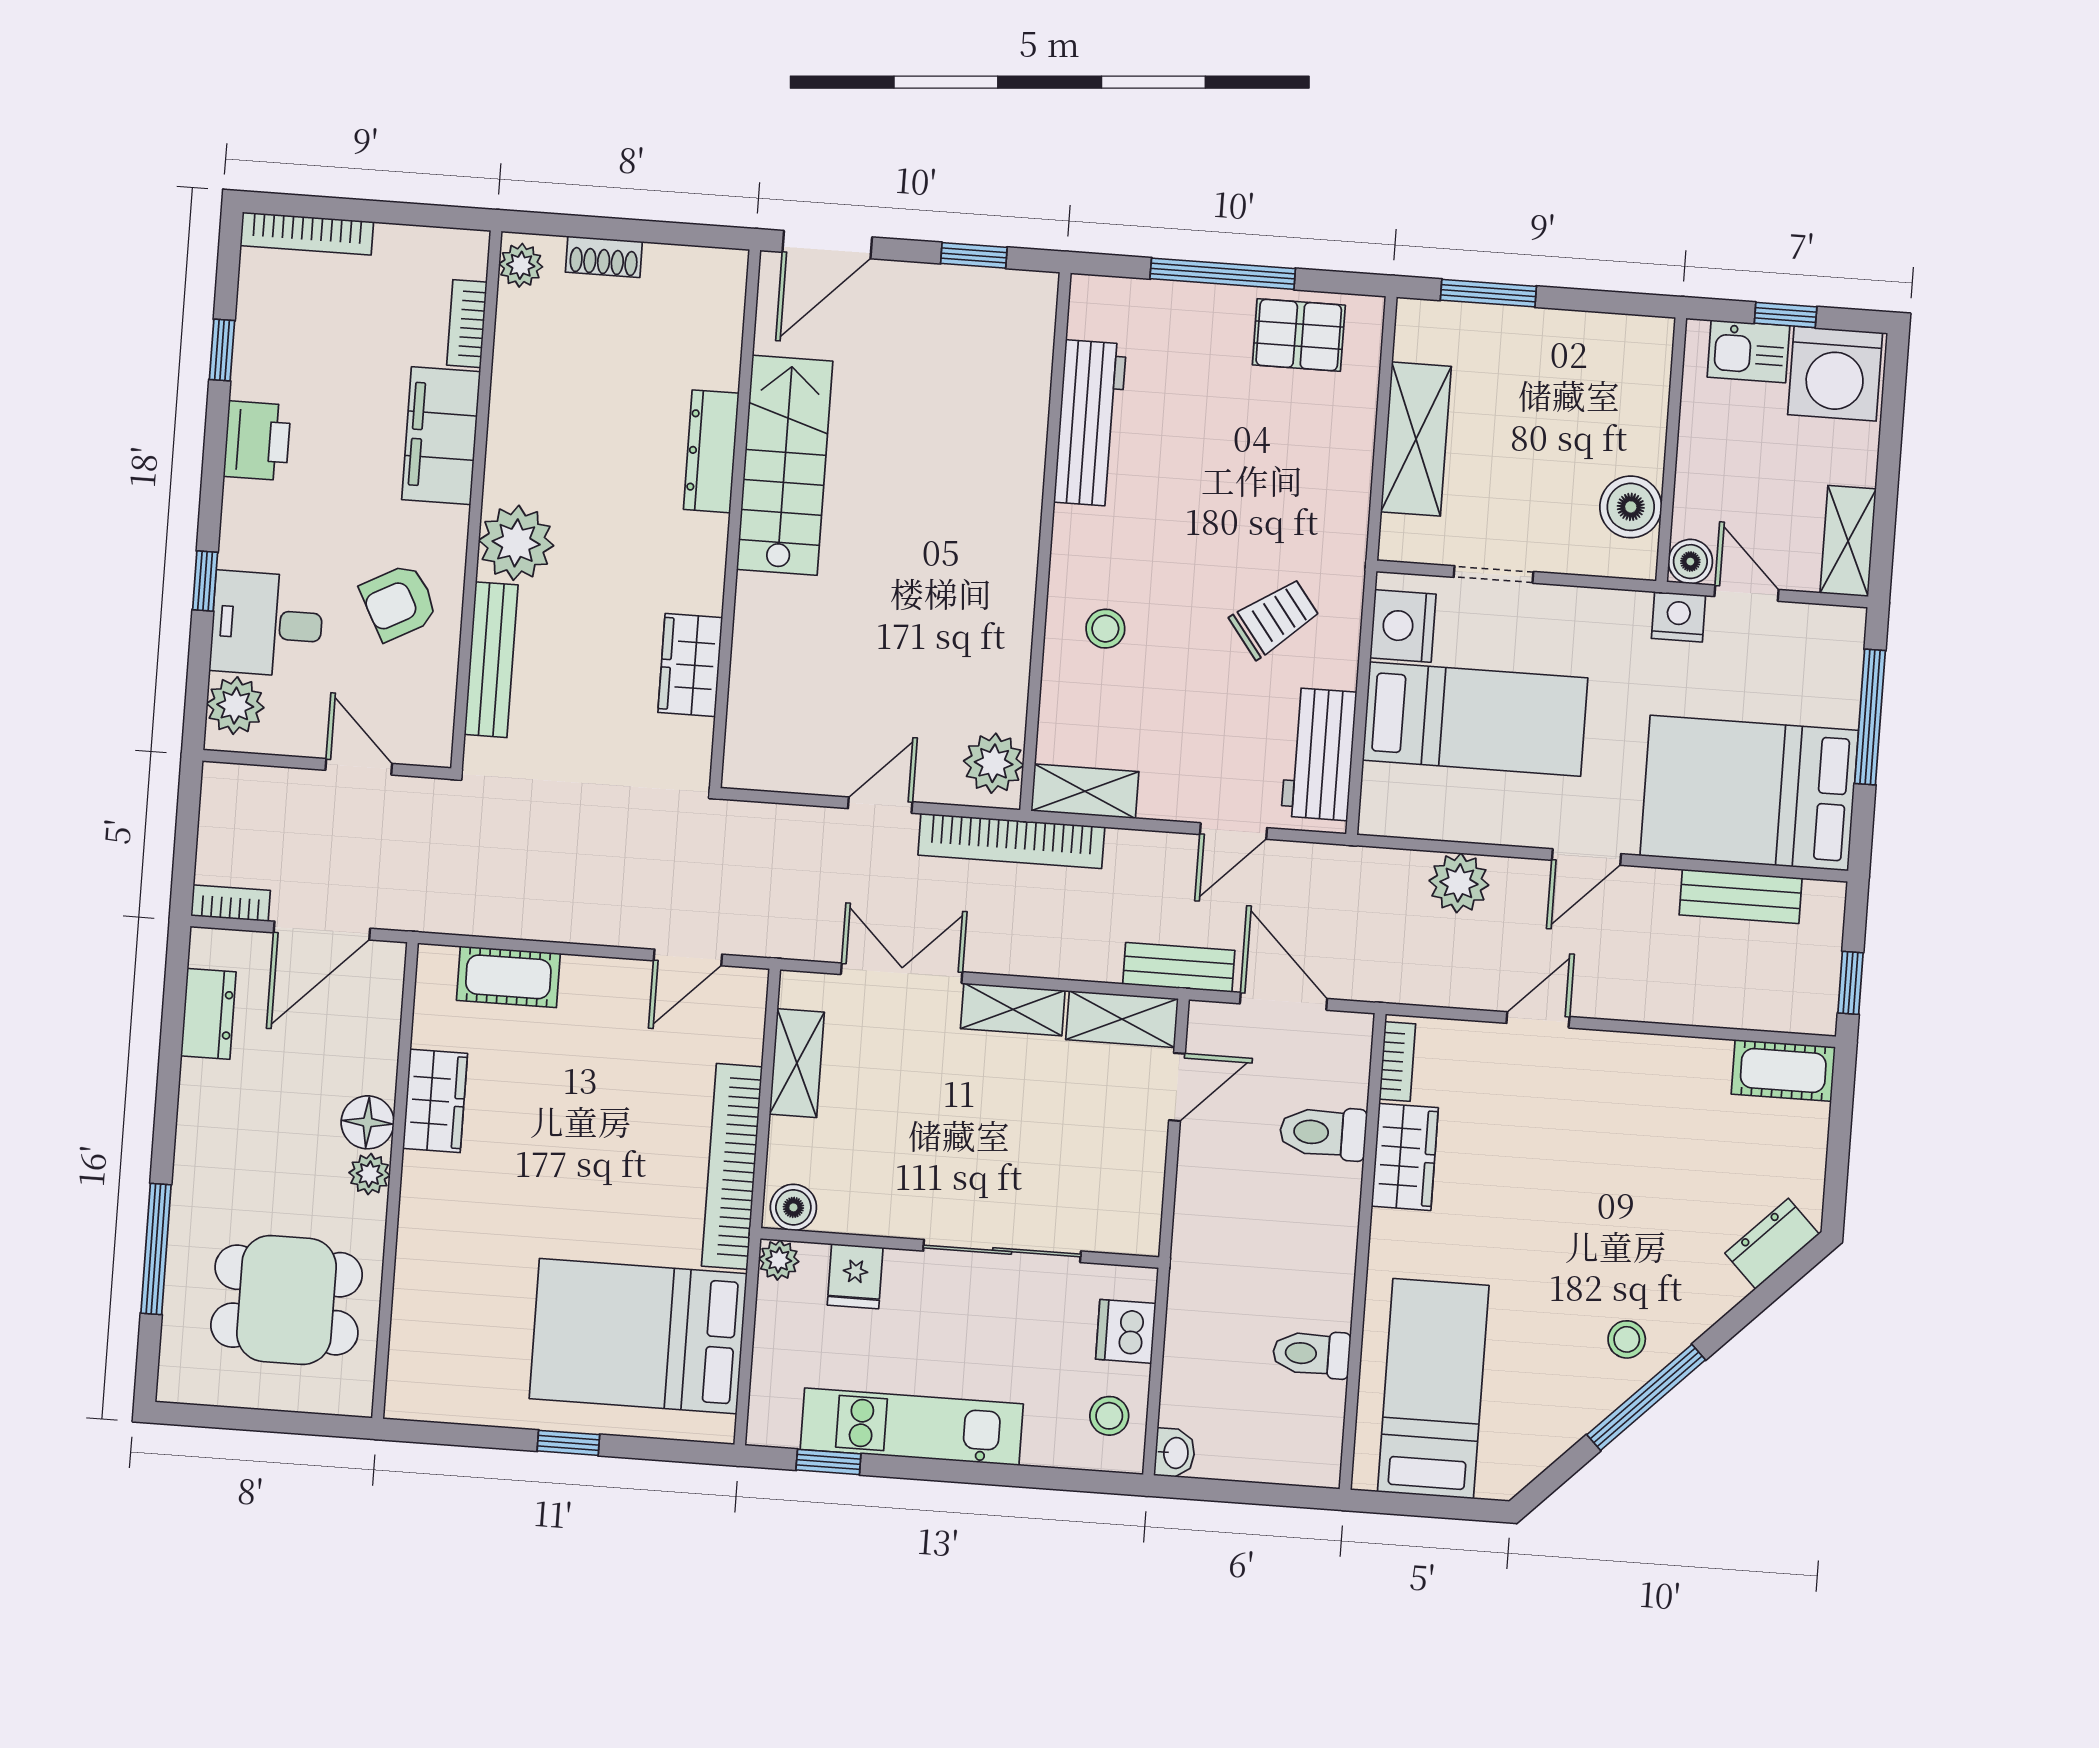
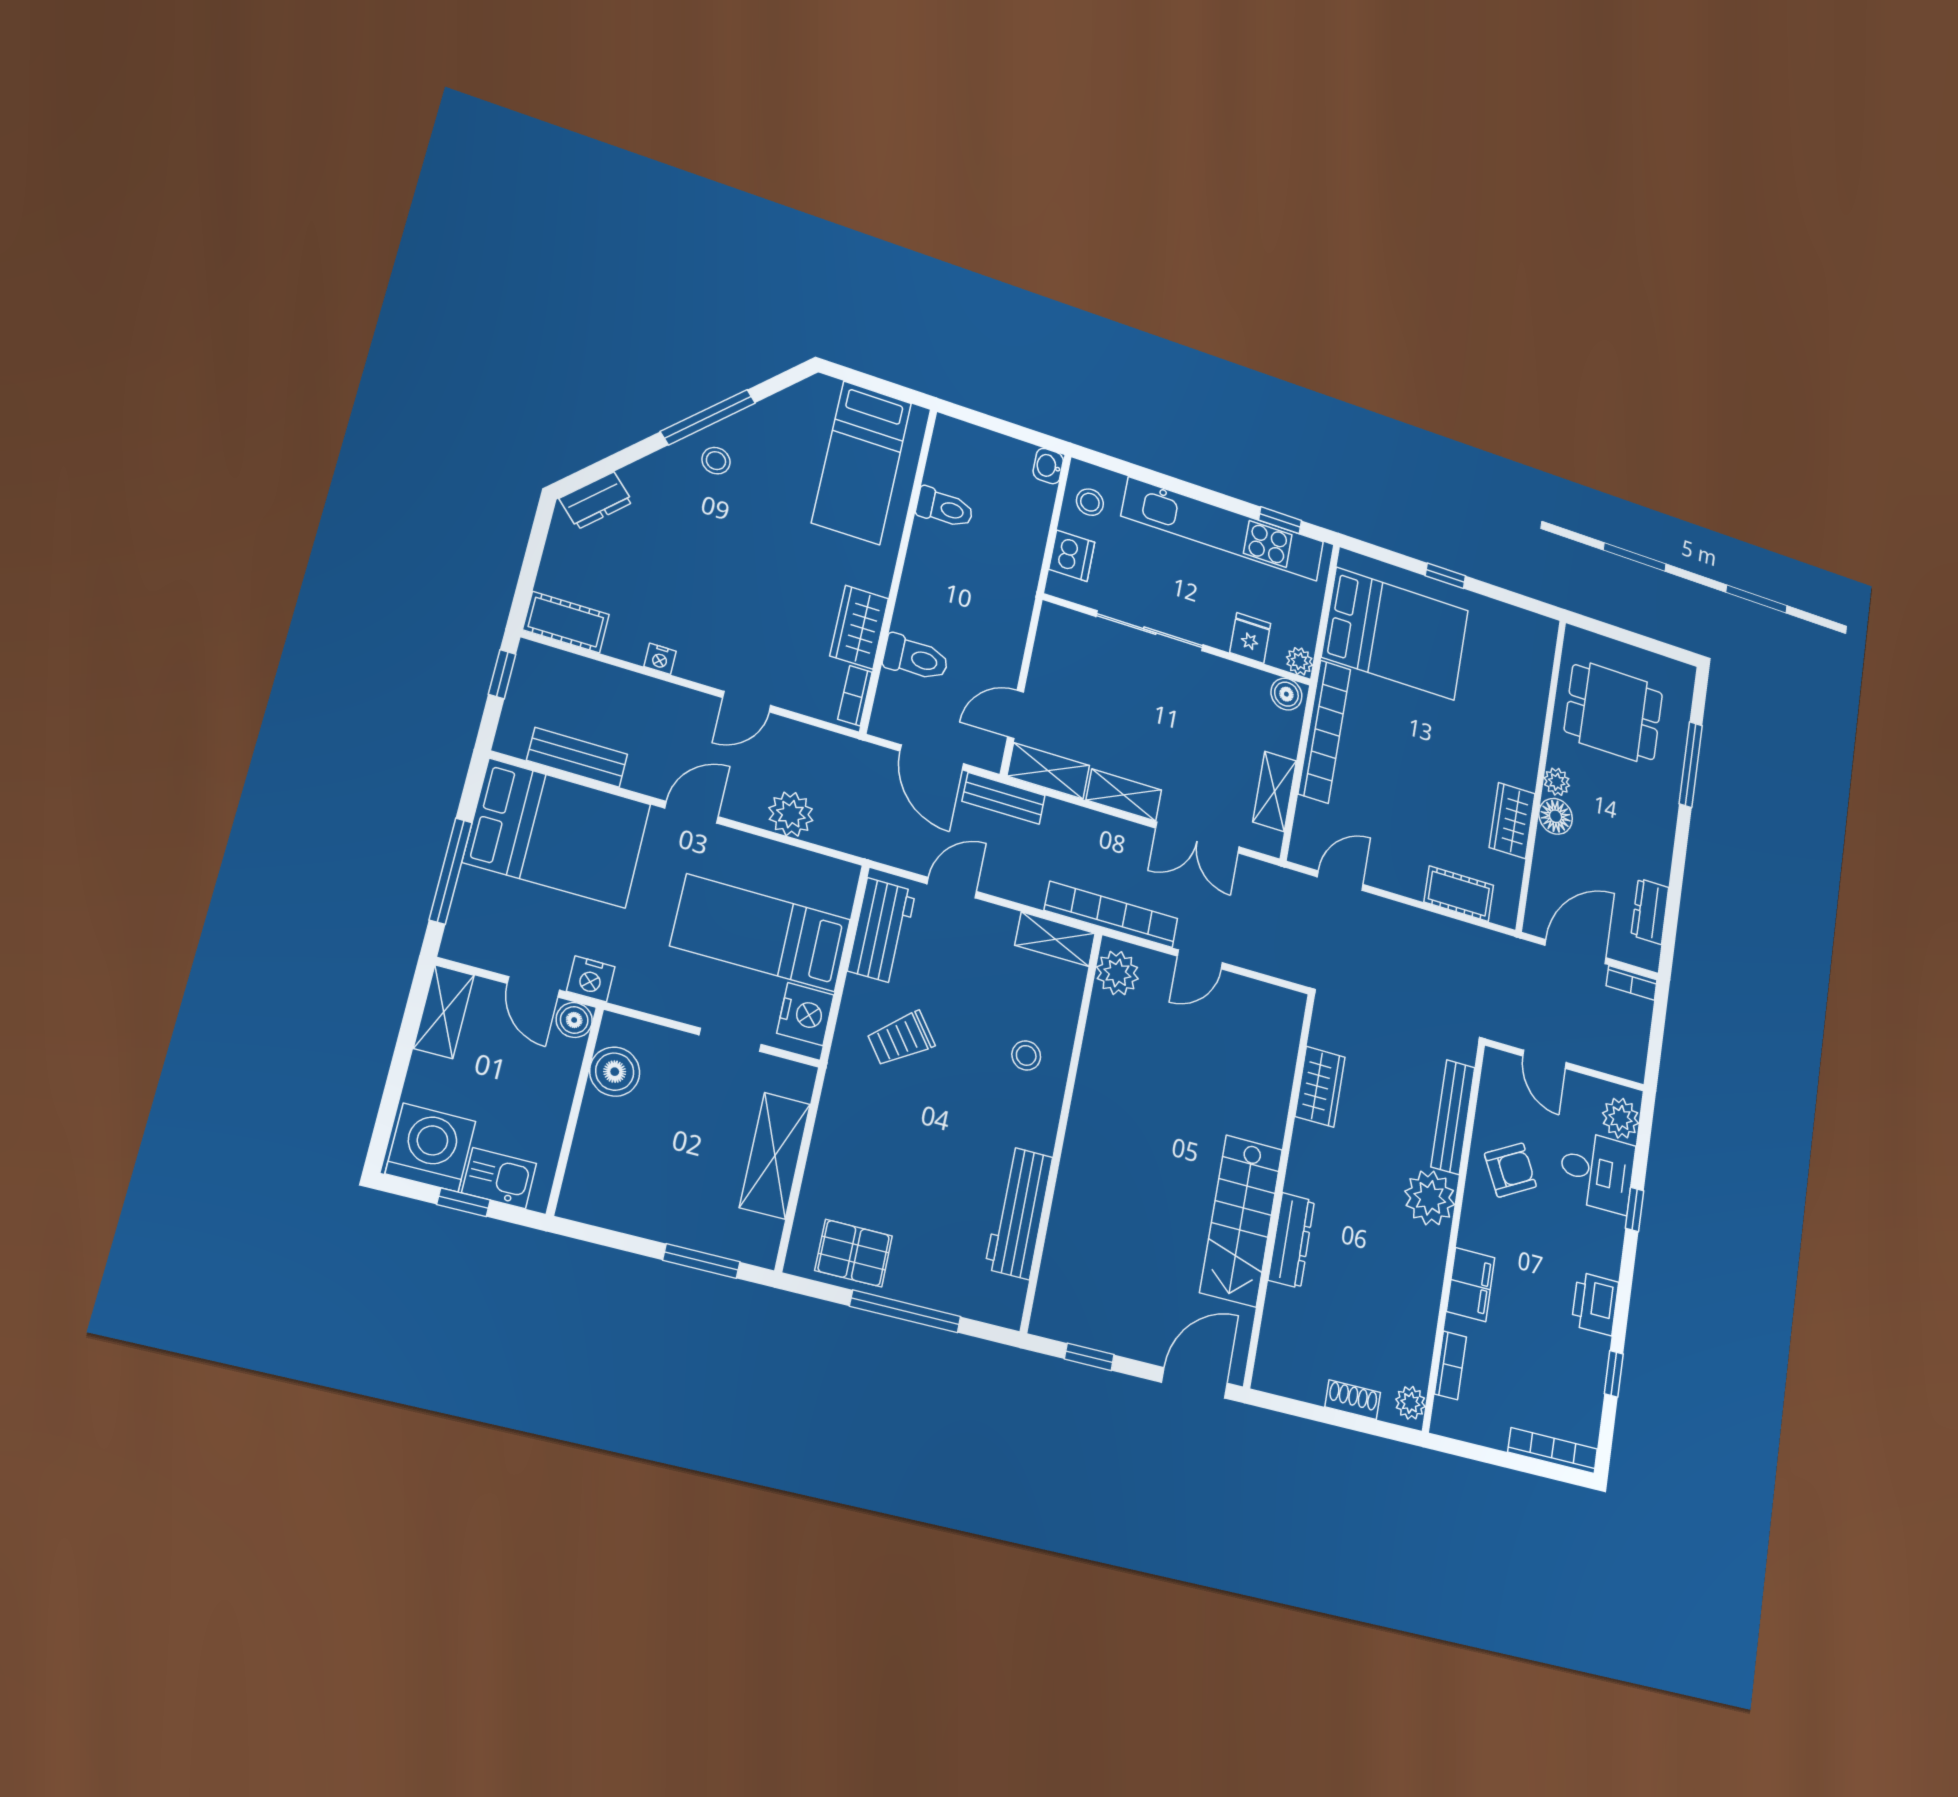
filing cabinet: (441, 436) -> (1471, 1285), width x0.67, depth x0.86
nightstand: (1657, 1051) -> (660, 659), added
kitchen unit: (912, 1427) -> (1223, 529), width x1.36

